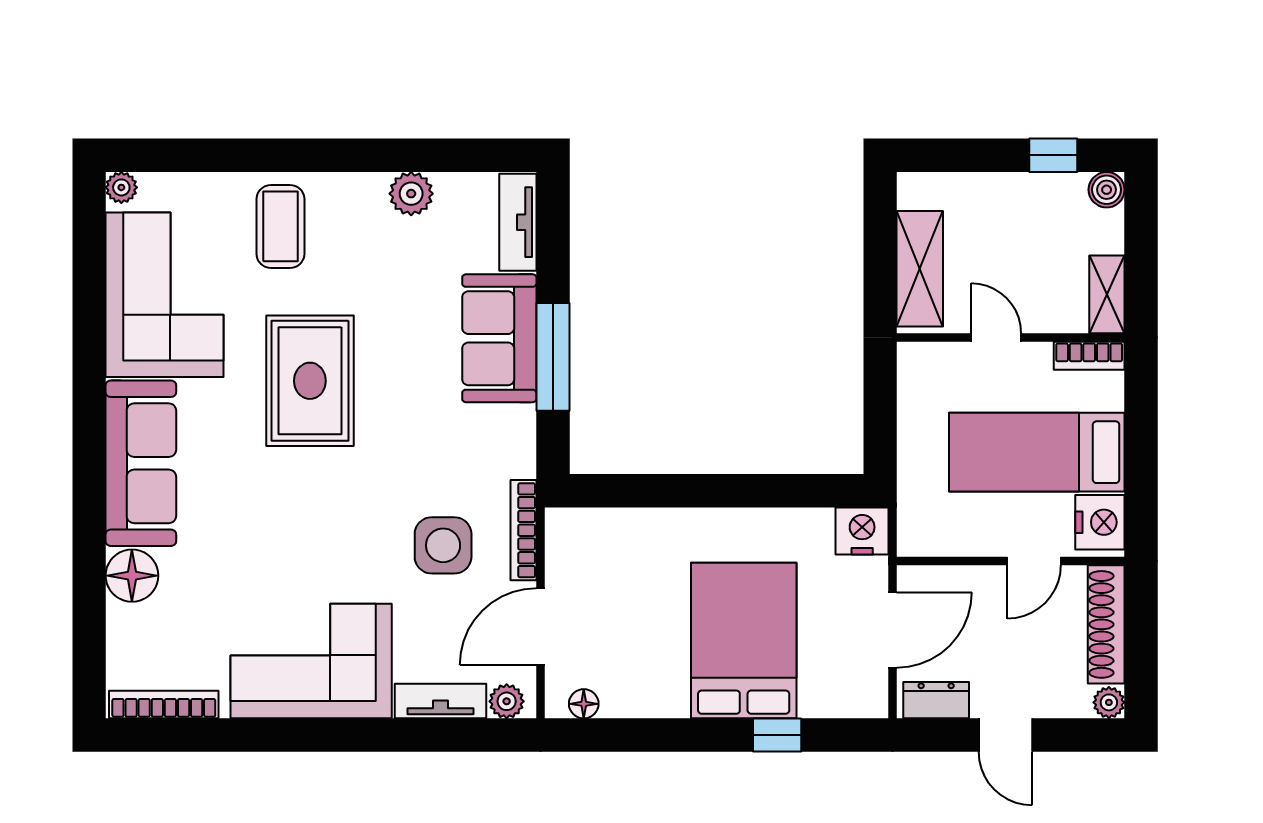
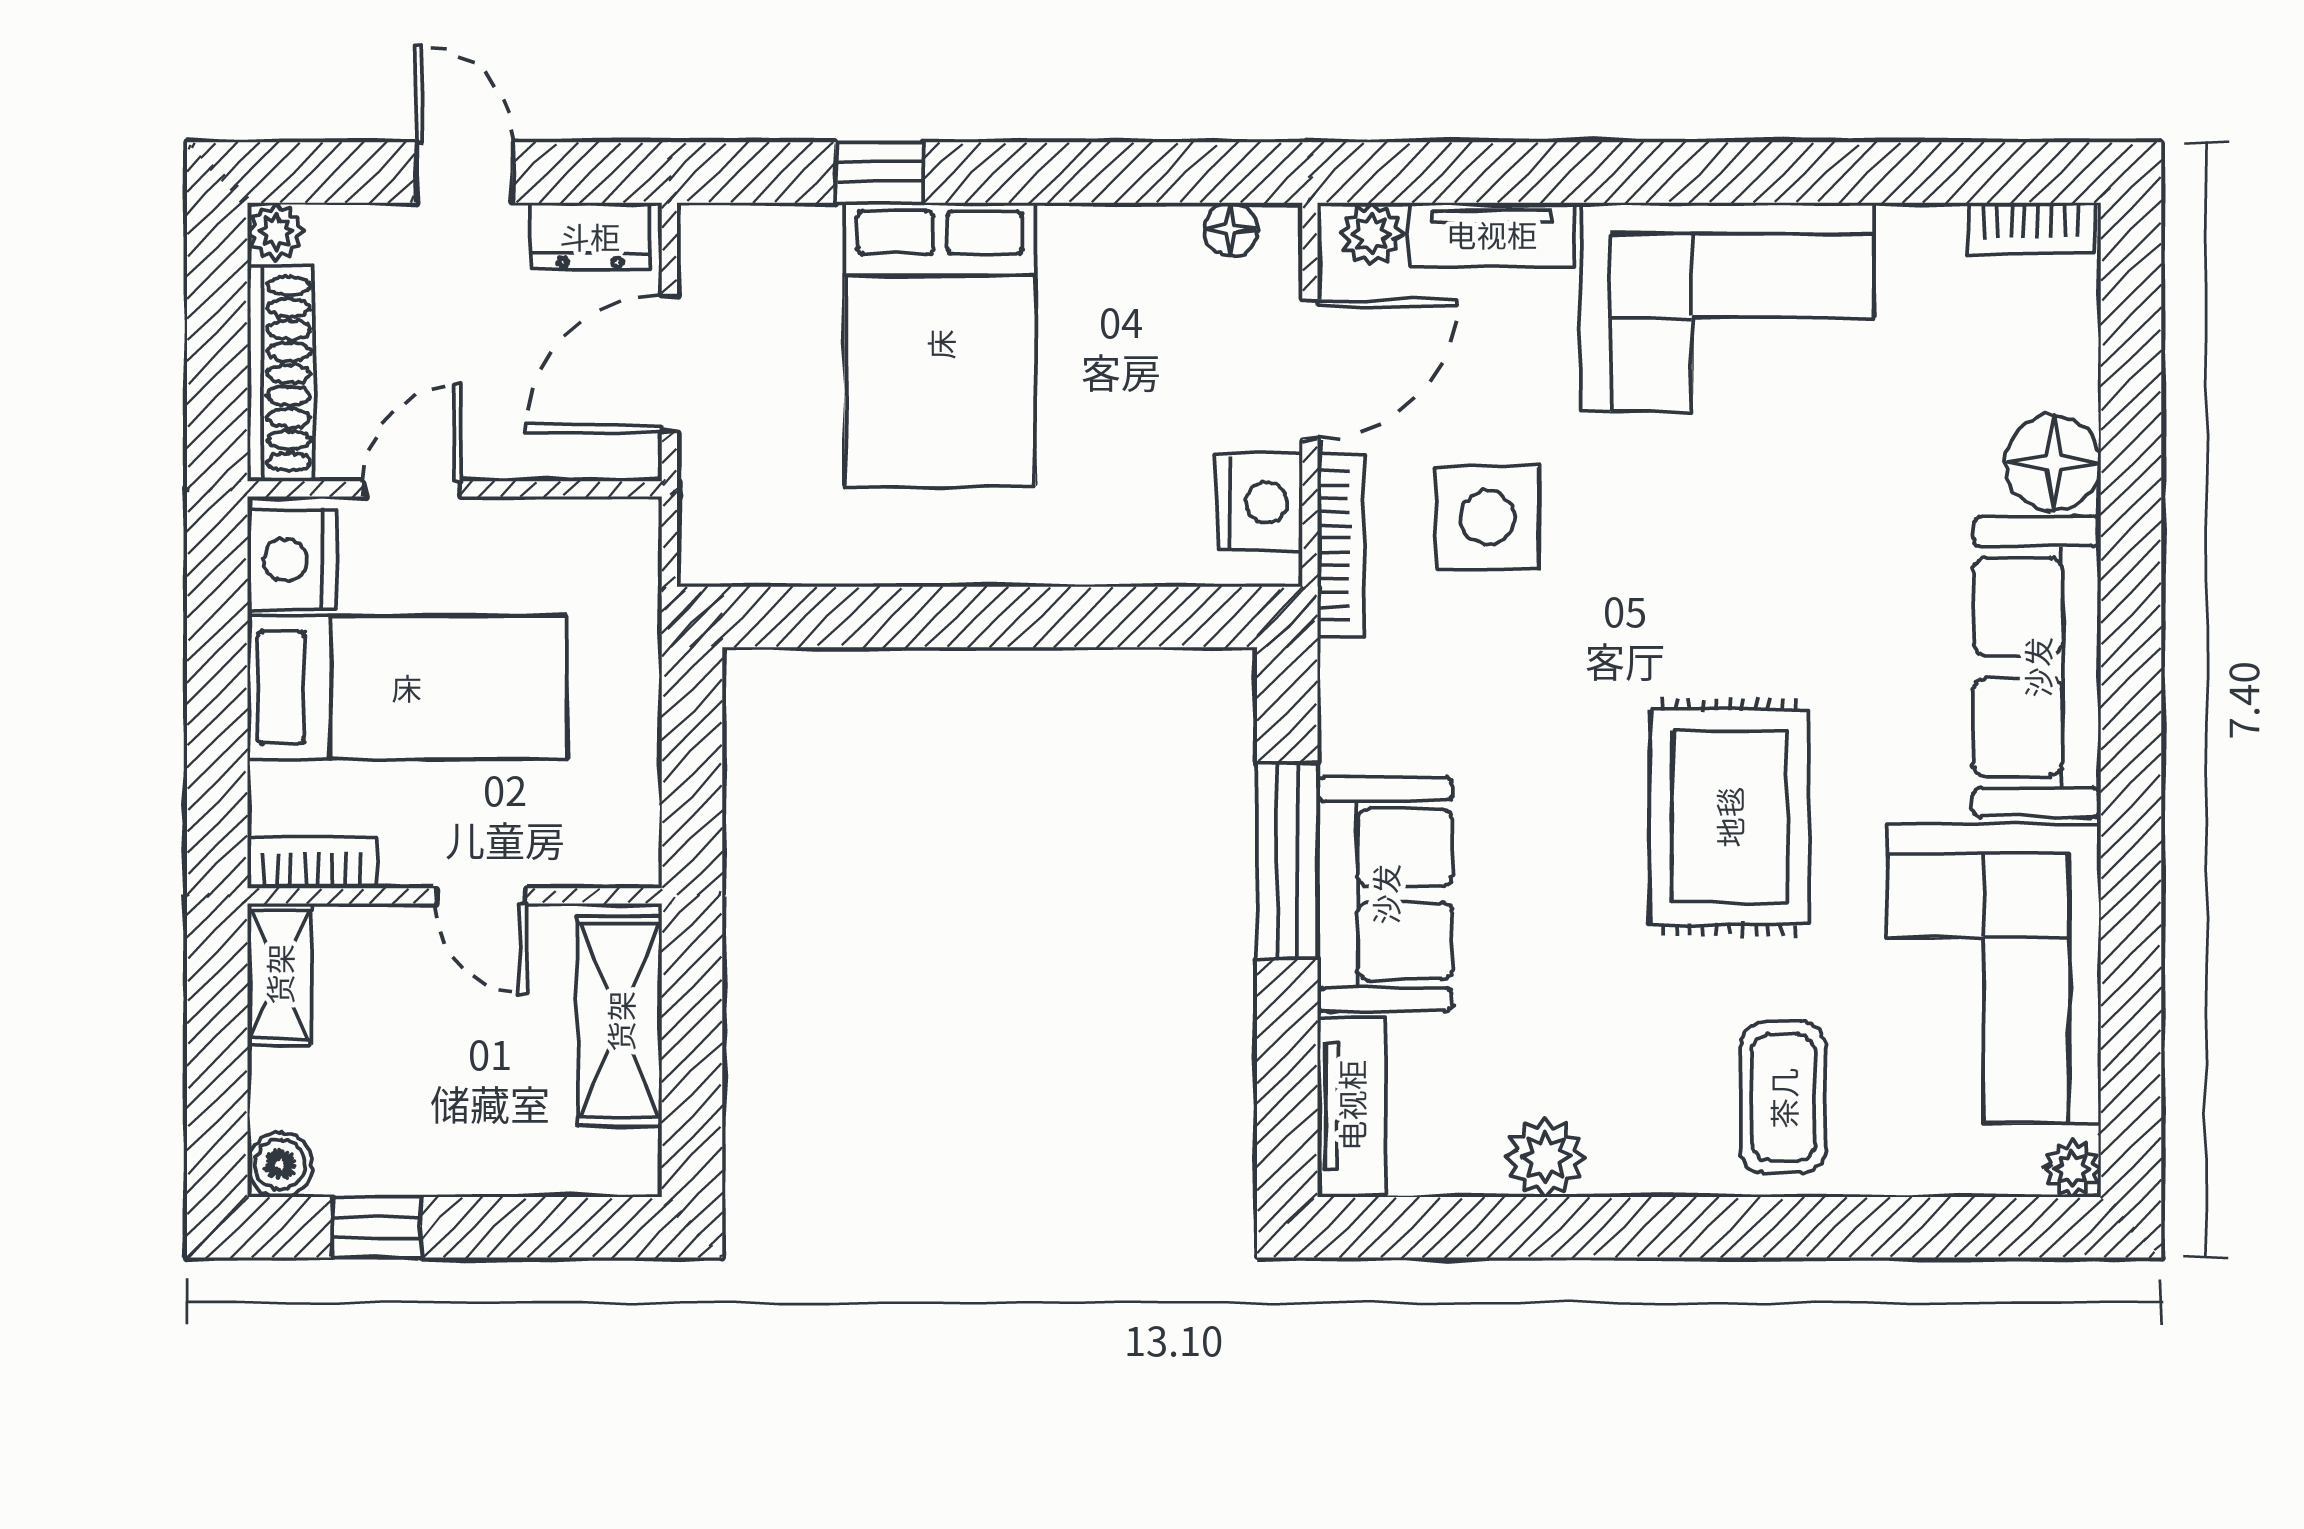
nightstand: (862, 531) -> (1259, 502), moved, turned -90
bookcase: (164, 704) -> (2031, 228), width x0.64

